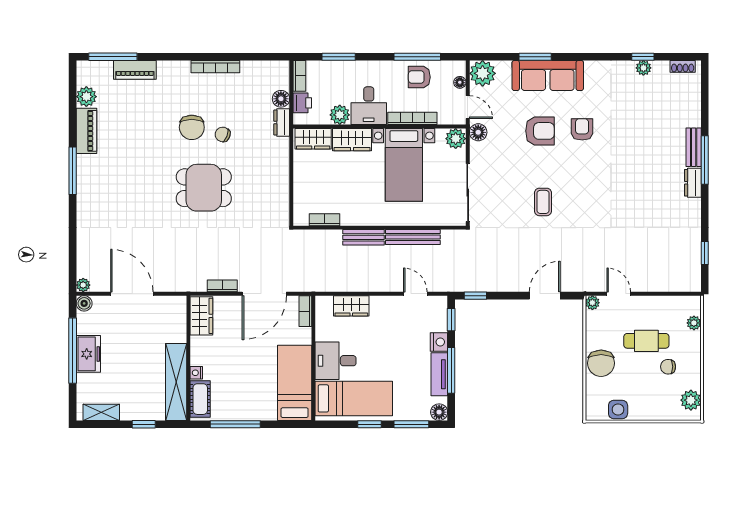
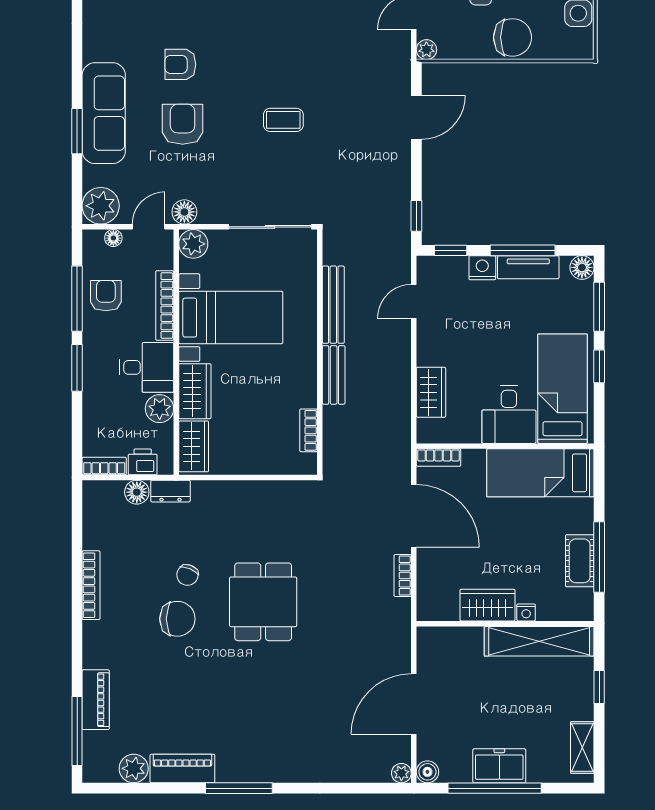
window: (339, 57) -> (77, 368), moved
armchair: (419, 77) -> (106, 296), turned 180
door: (545, 296) -> (416, 117), swing flipped
wardrobe: (201, 316) -> (487, 605), moved
cot: (200, 399) -> (580, 561), moved, turned 90

